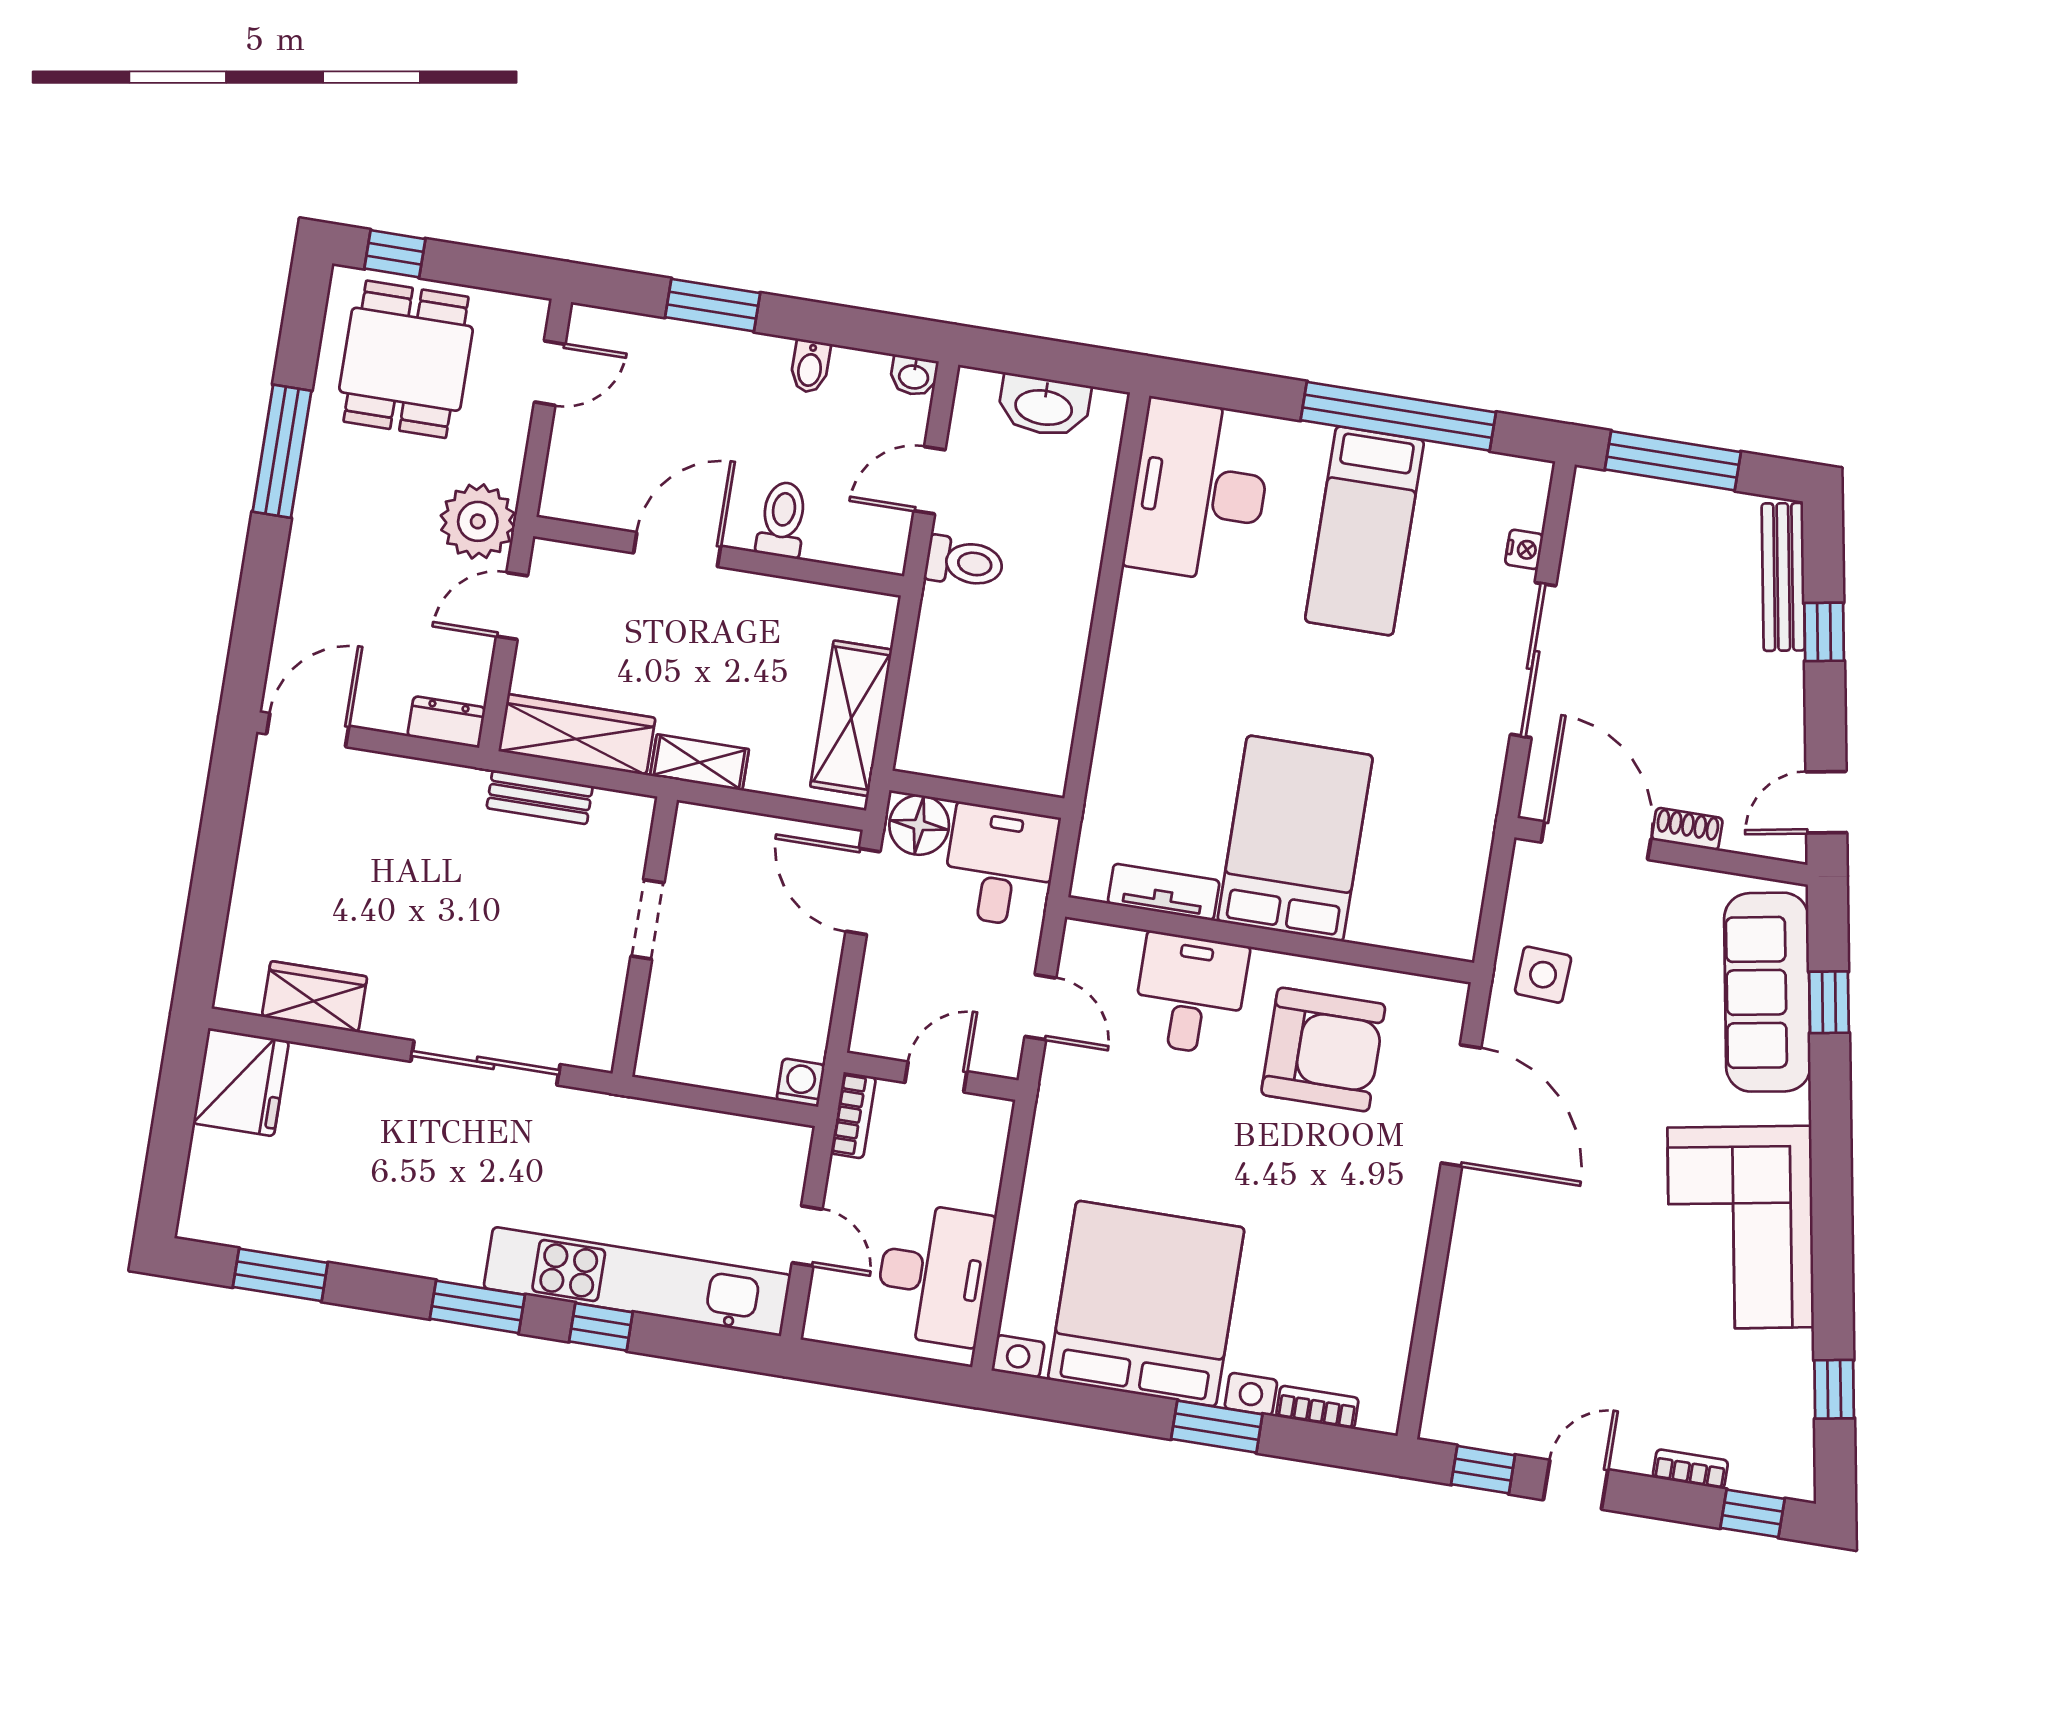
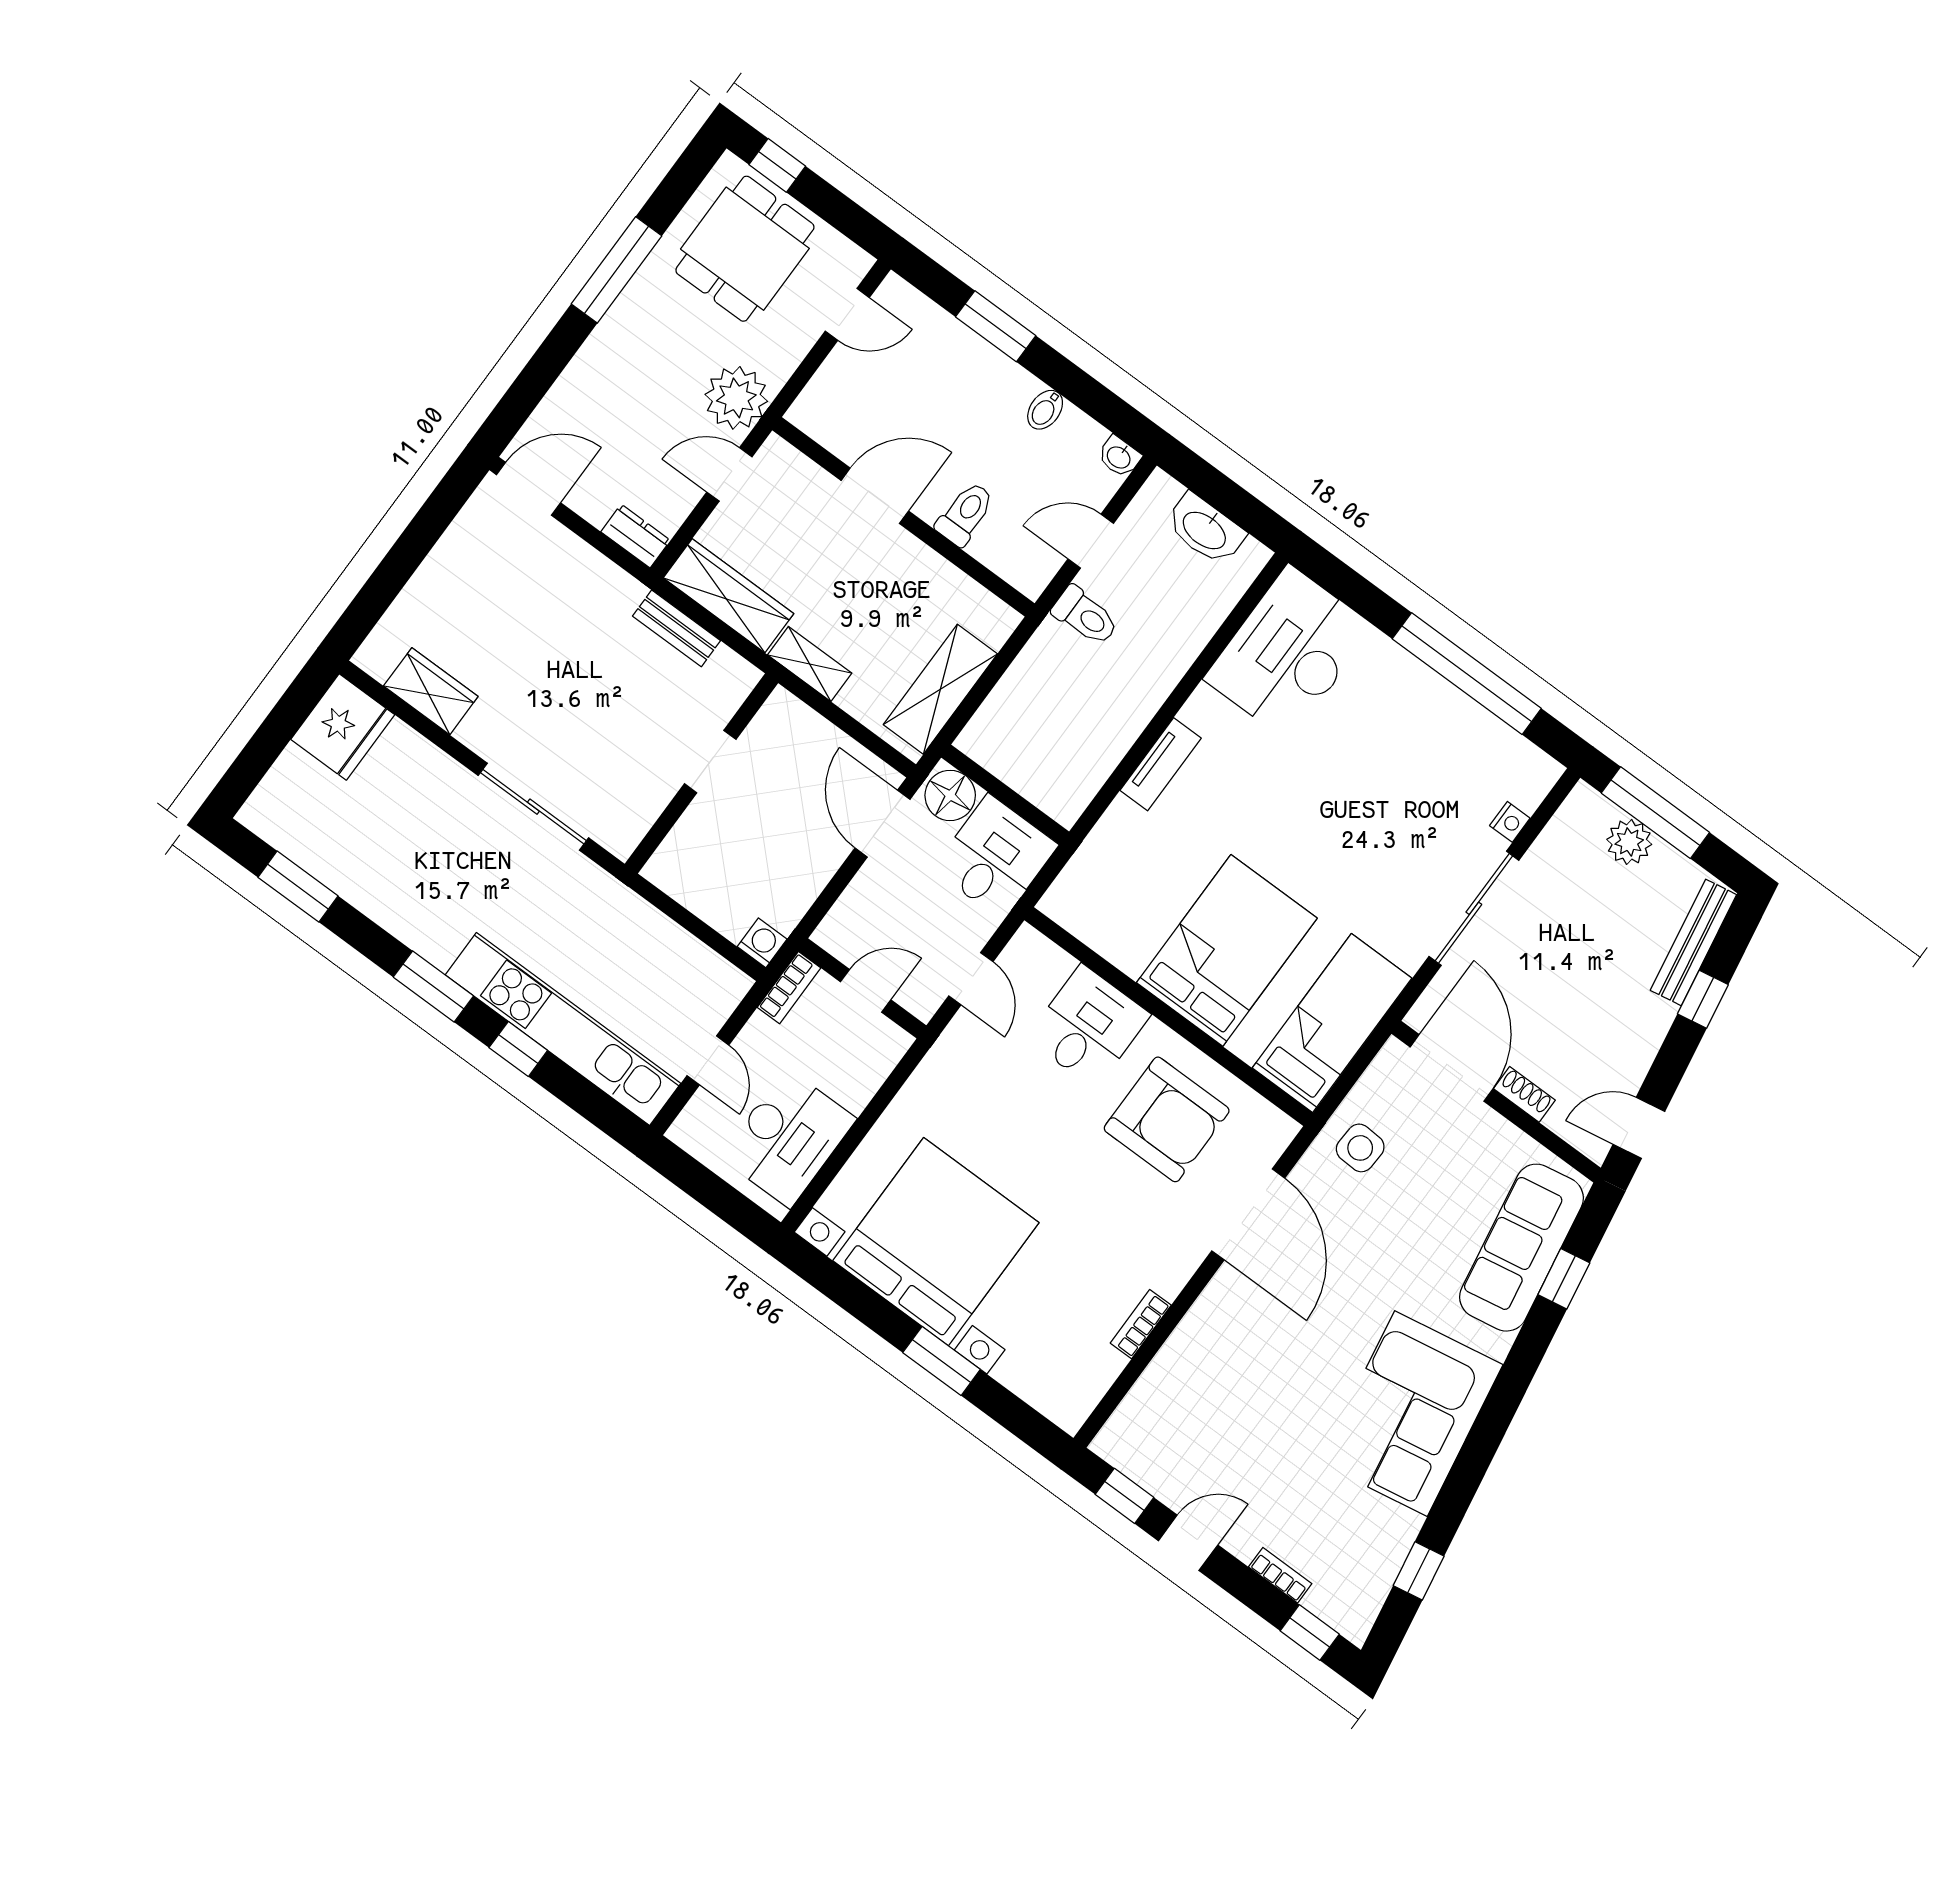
plant: (1661, 506) -> (1629, 842), added
bed: (1364, 531) -> (1332, 1023), moved, turned 180
tv unit: (1164, 892) -> (1161, 764), moved, turned 90
bookcase: (1317, 1407) -> (1141, 1324), moved, turned -90

